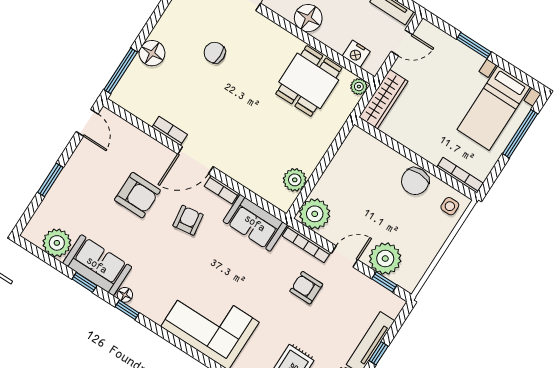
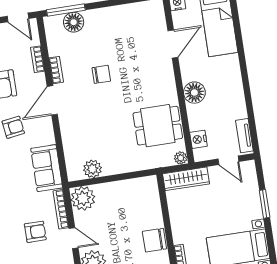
floor lamp: (152, 53) -> (74, 22), moved
chair: (215, 53) -> (101, 74), moved, turned 90
door: (87, 123) -> (18, 17), hinge flipped
door: (195, 160) -> (52, 100), hinge flipped
bookcase: (222, 190) -> (38, 59), moved
armchair: (306, 288) -> (35, 232), turned 90

